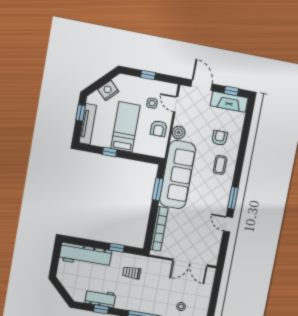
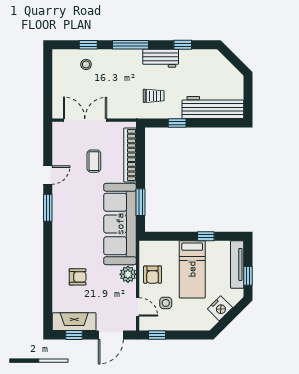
window: (148, 75) -> (157, 335), moved
door: (202, 85) -> (111, 335), hinge flipped
armchair: (159, 129) -> (153, 275), turned 180
armchair: (220, 138) -> (78, 277), turned -90
coffee table: (220, 165) -> (94, 161), moved
door: (228, 224) -> (48, 175), hinge flipped
workbench: (100, 298) -> (161, 58), moved

